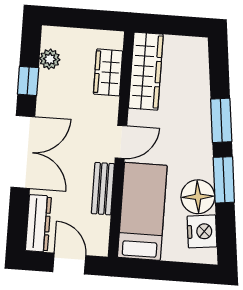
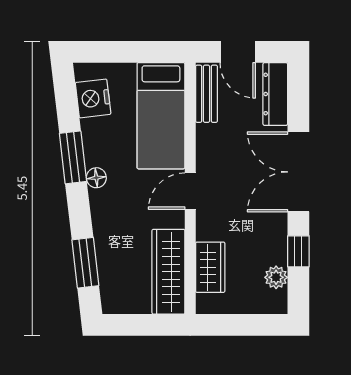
window: (221, 120) -> (85, 263), moved
bench: (103, 189) -> (206, 94), moved
floor lamp: (198, 197) -> (96, 178), moved, width x0.53, depth x0.53

